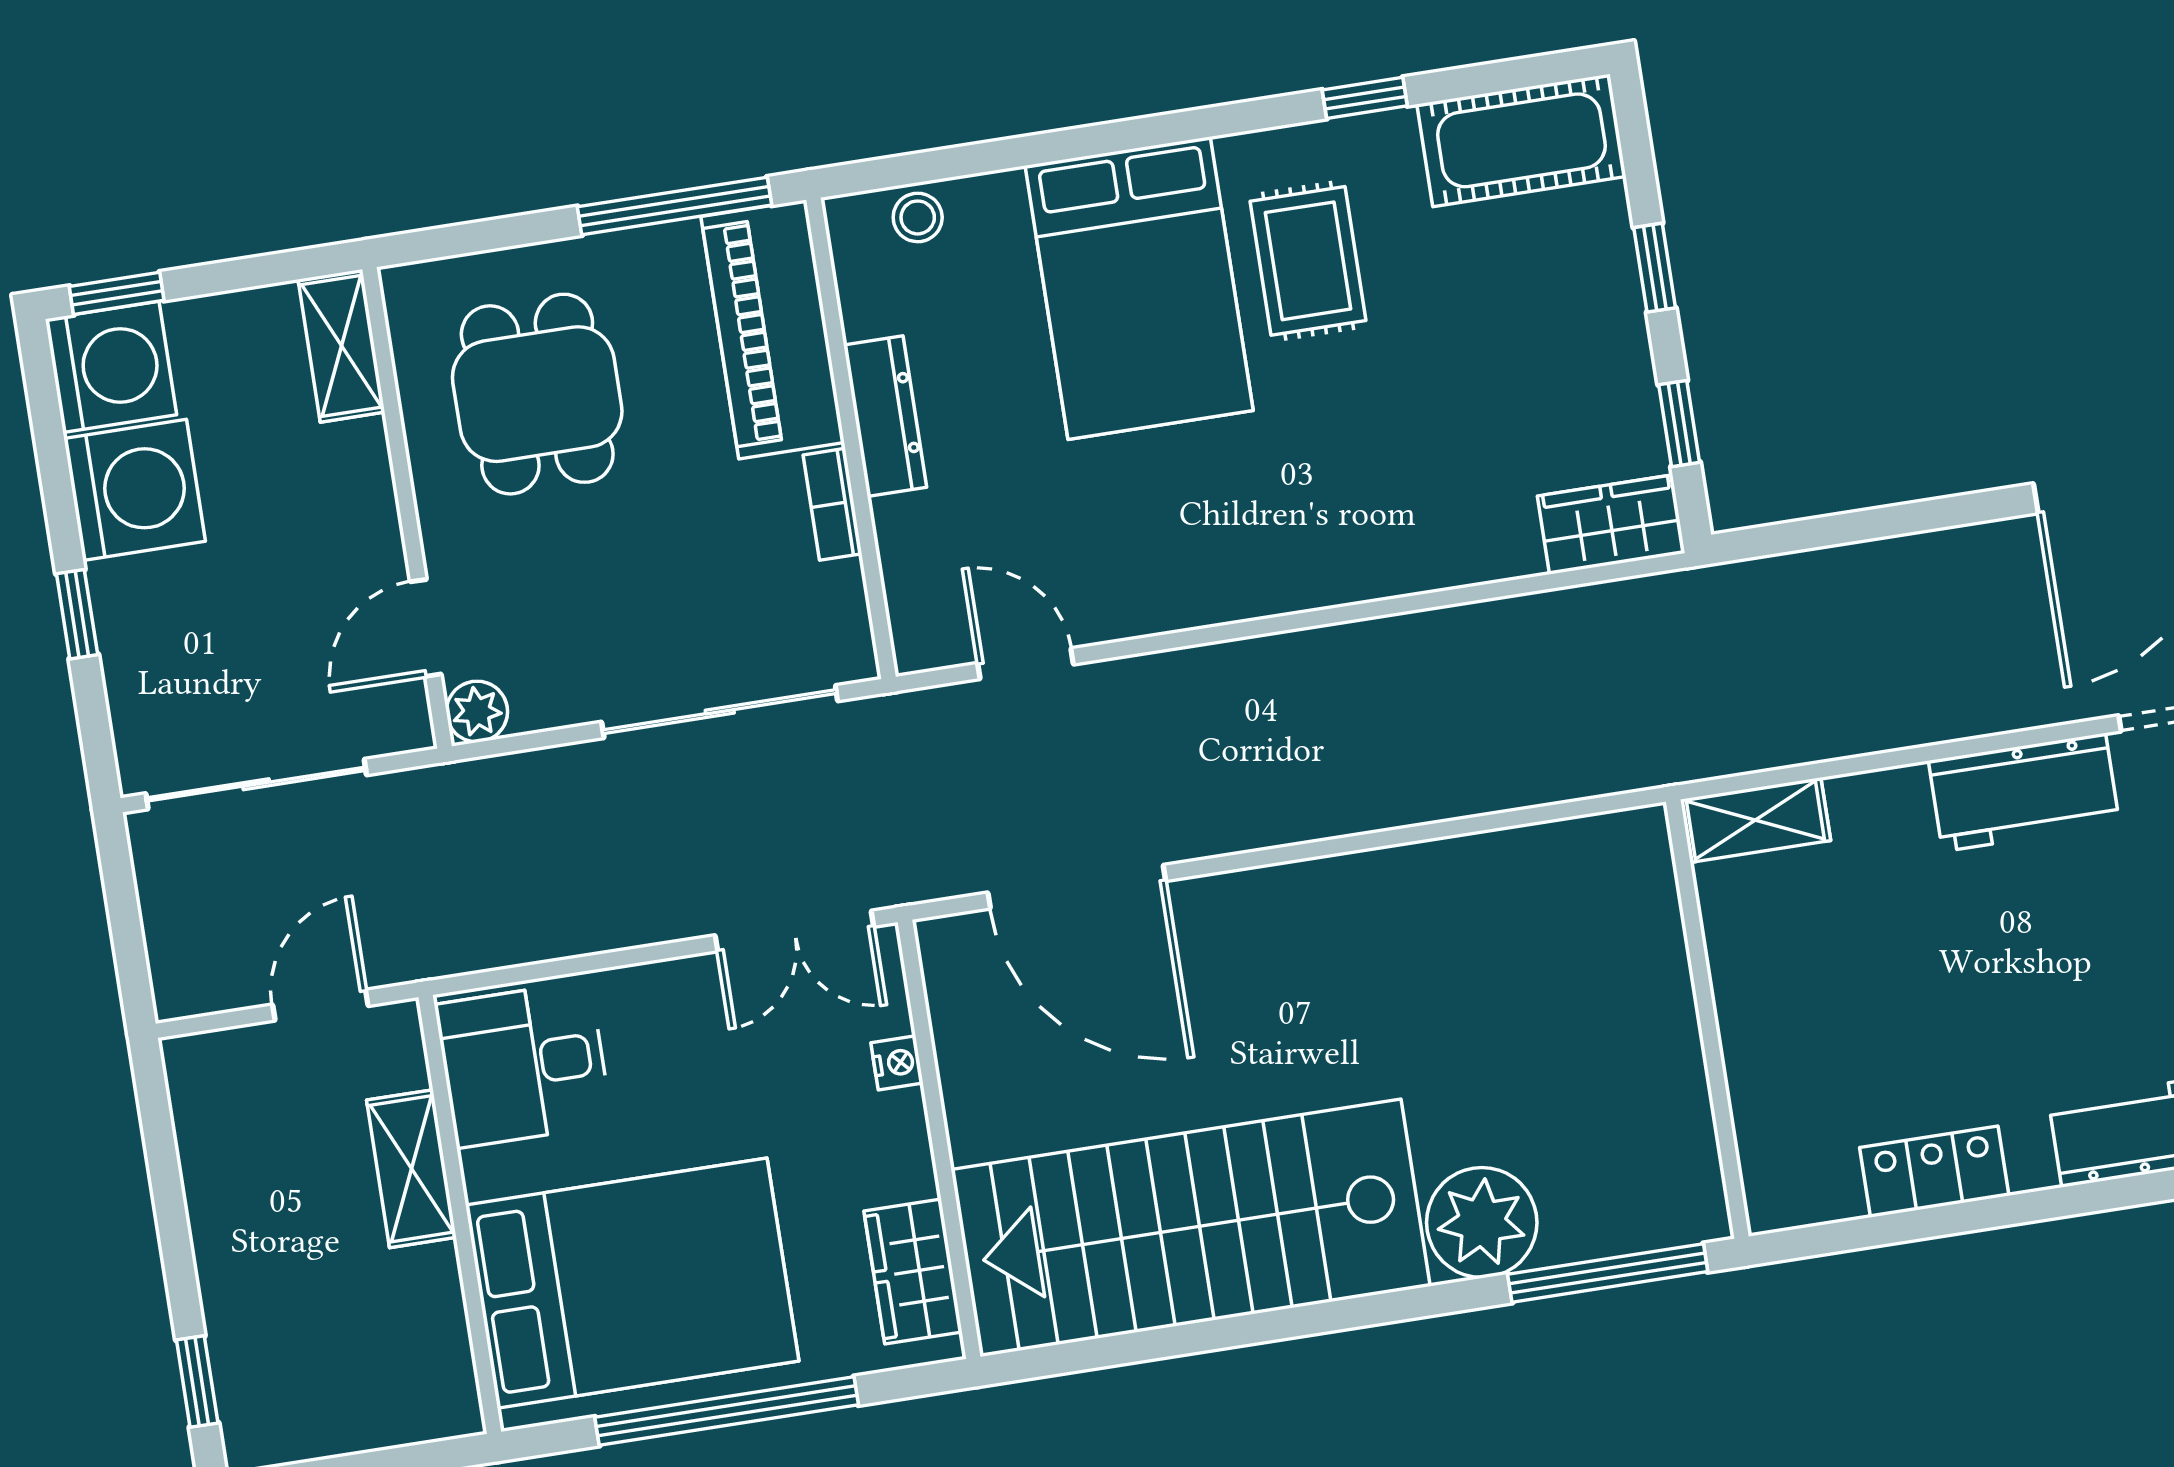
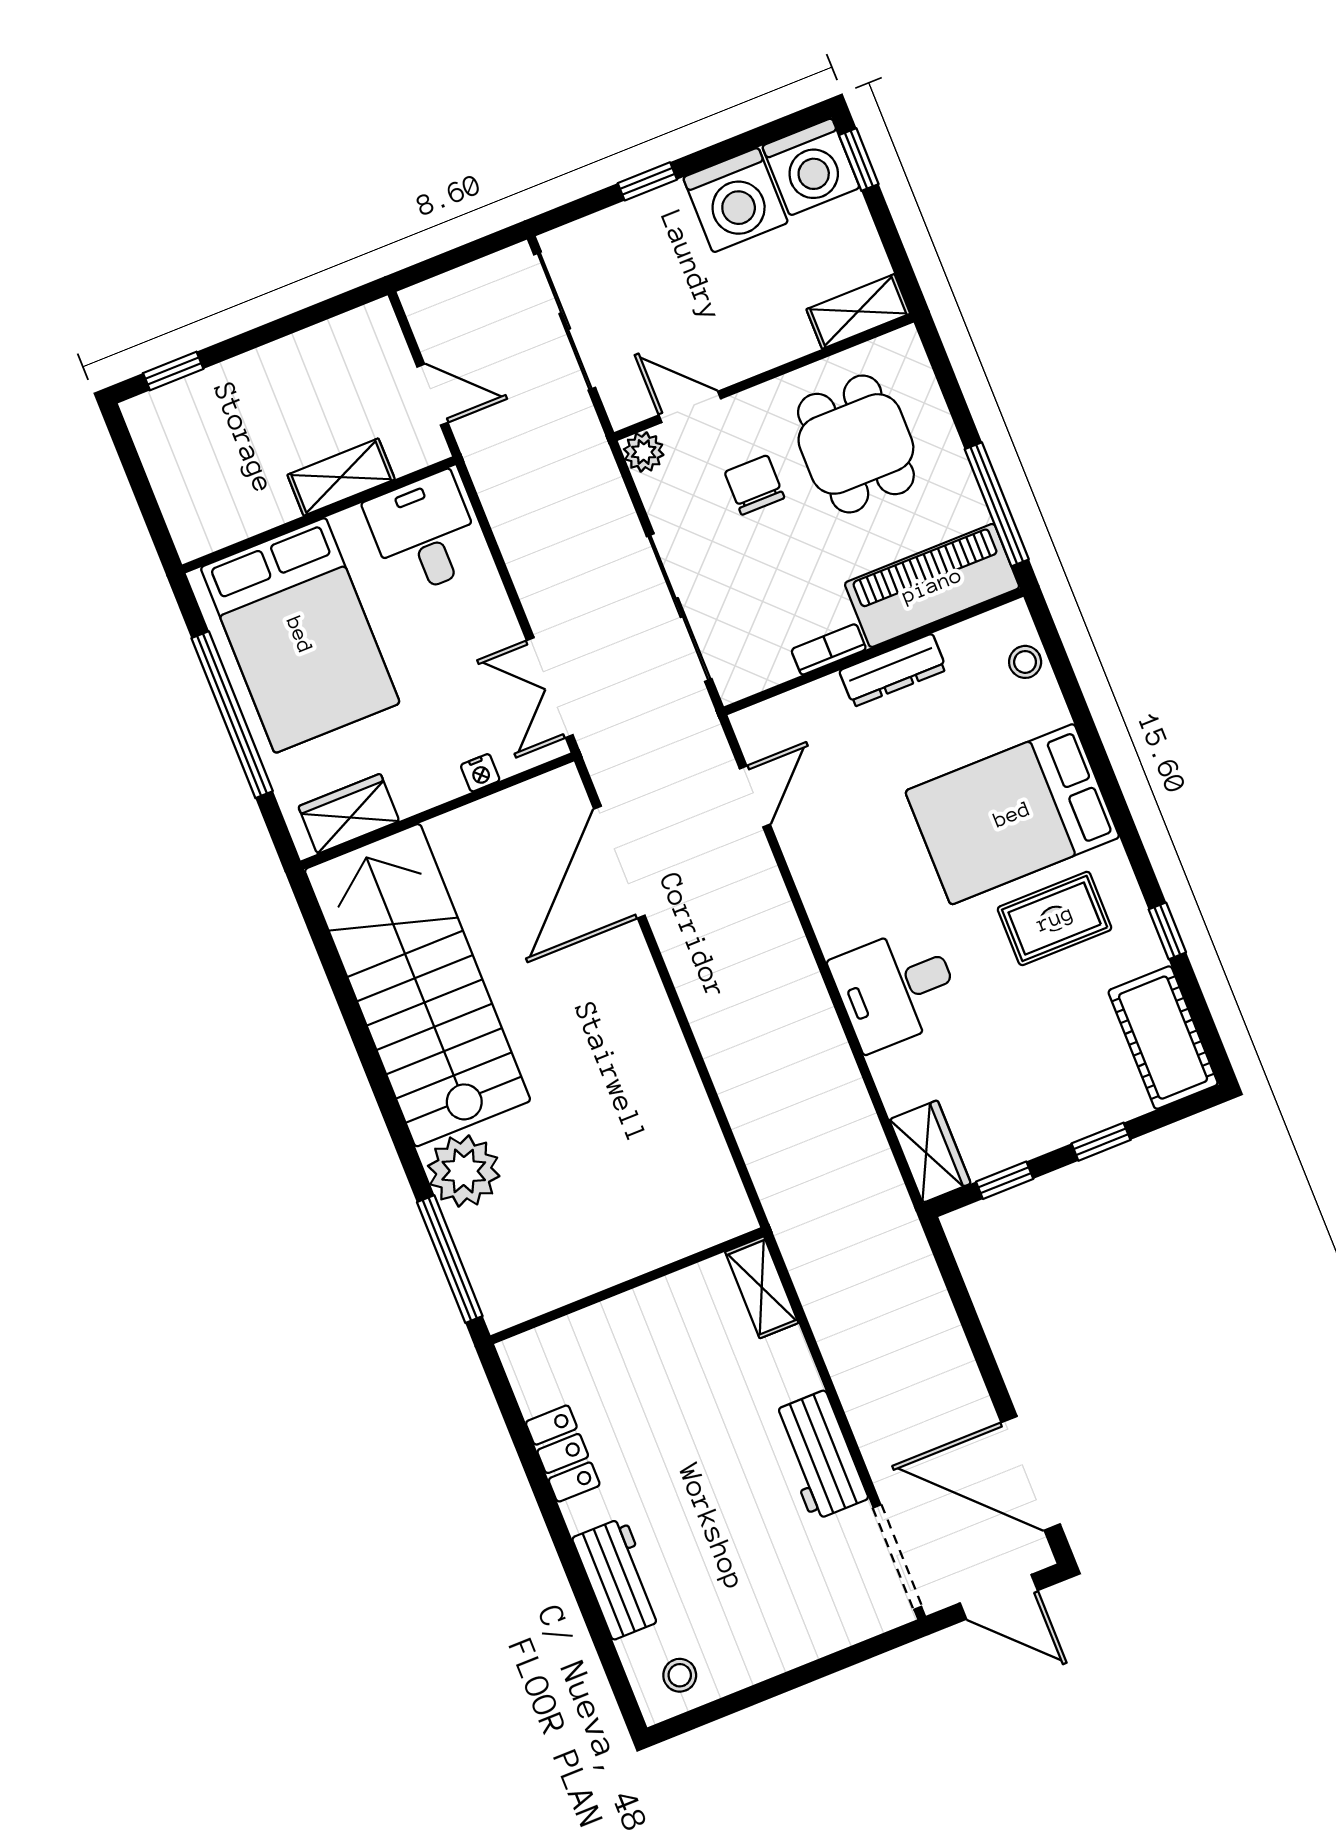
dining table: (537, 394) -> (856, 444), turned 90
desk: (1358, 520) -> (896, 988), added
chair: (563, 558) -> (754, 485), added

